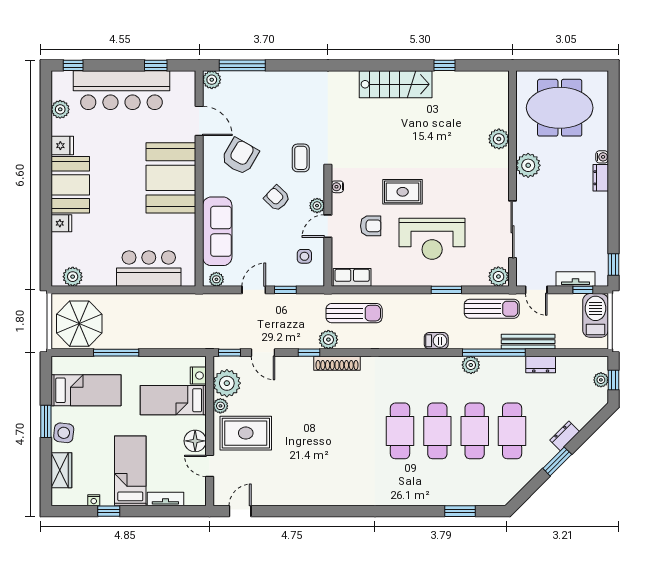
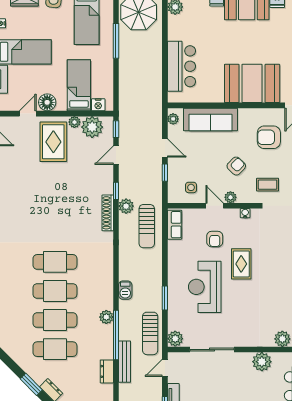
armchair: (240, 156) -> (269, 137), turned 150

